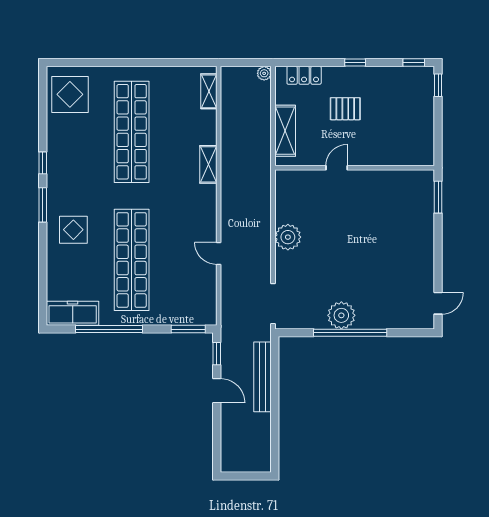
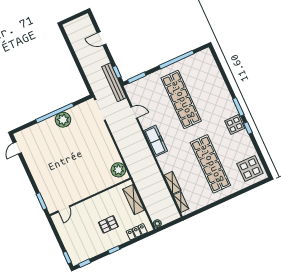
shelving: (208, 164) -> (172, 183), moved
door: (337, 168) -> (64, 209), moved
display table: (73, 230) -> (235, 125), moved
plant: (288, 237) -> (118, 170), moved
door: (219, 253) -> (134, 112), moved
freezer: (73, 313) -> (156, 141), moved, turned -90
bench: (262, 377) -> (114, 82), moved
door: (217, 391) -> (102, 39), moved

